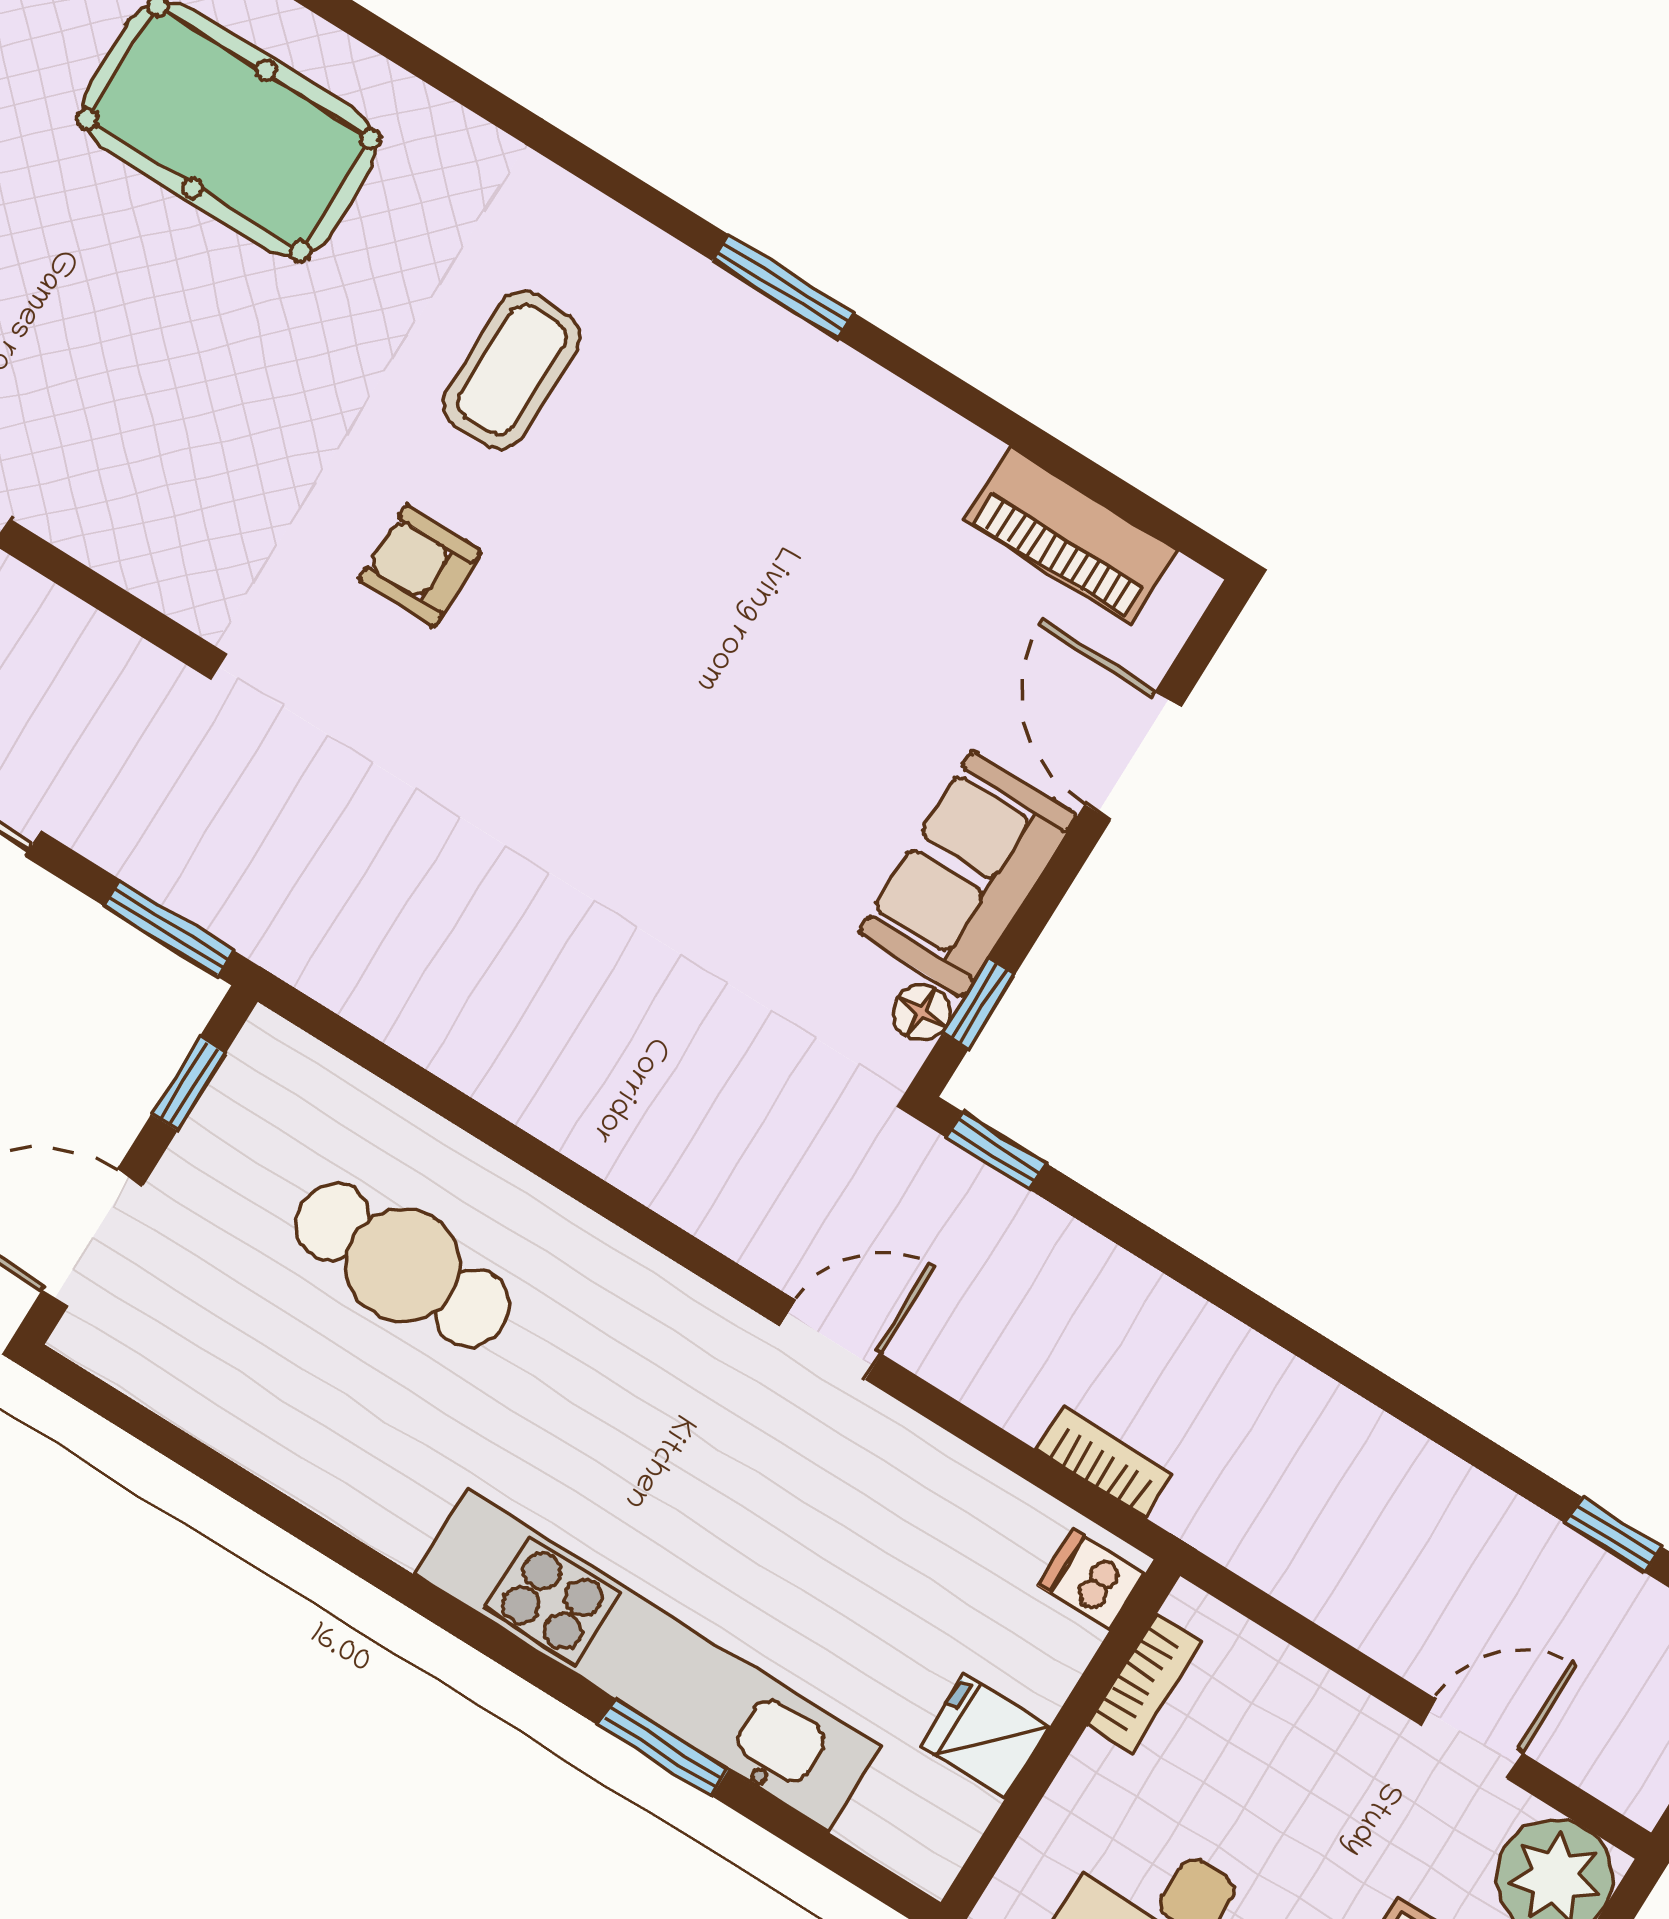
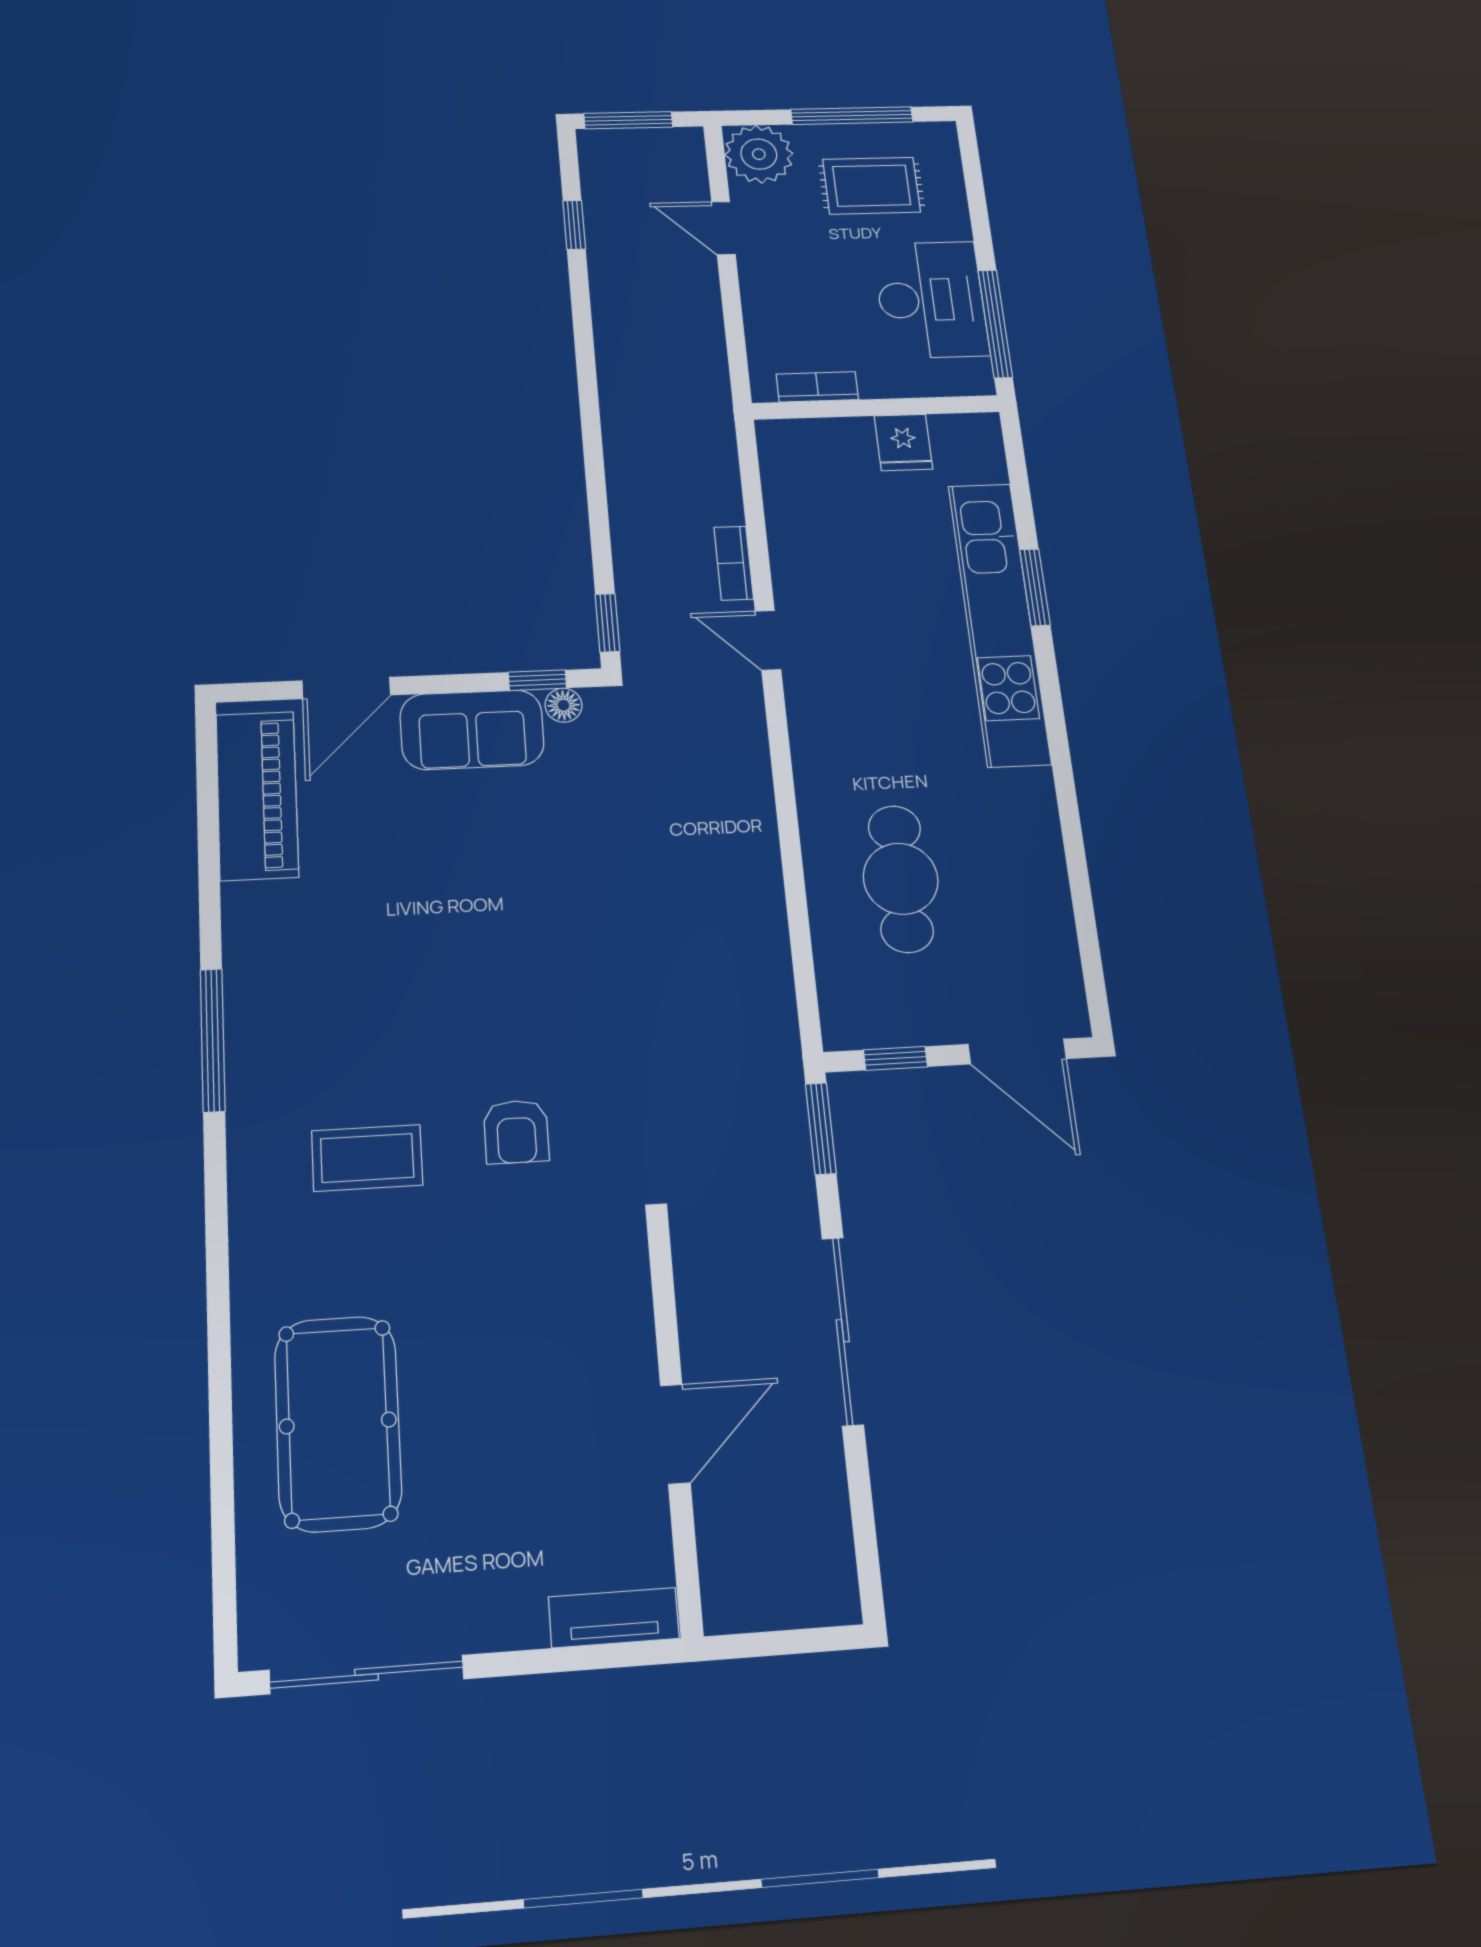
window: (783, 287) -> (213, 1040), width x1.44
piano: (1071, 535) -> (257, 795), width x1.37, depth x1.33
bookcase: (1104, 1462) -> (734, 563), moved
dishwasher: (1091, 1580) -> (787, 442), removed

